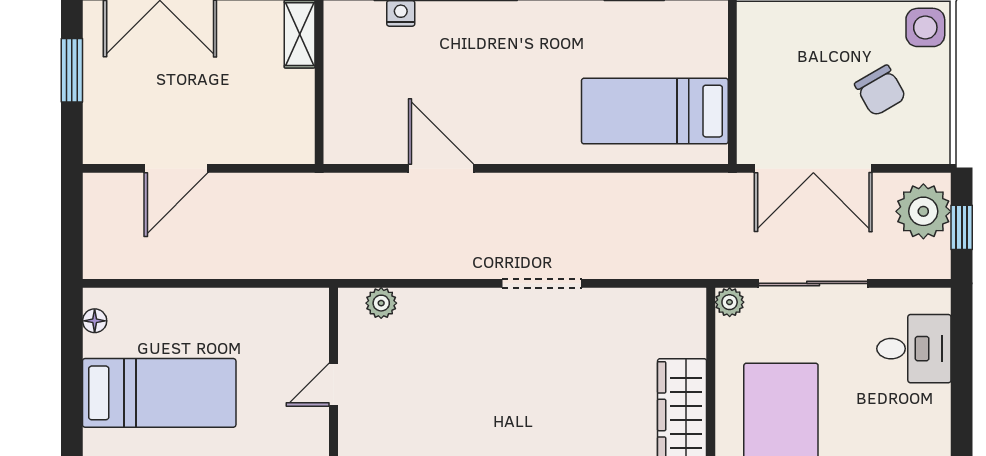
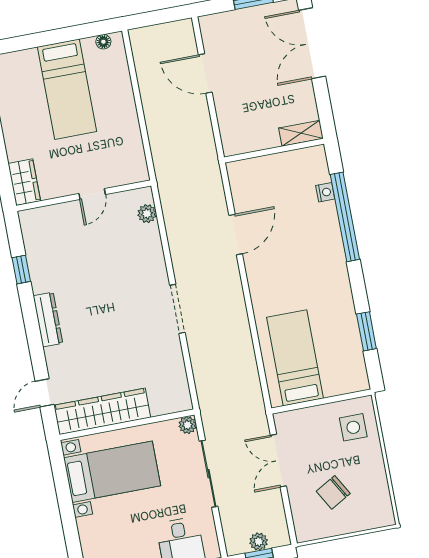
side table: (925, 27) -> (353, 427), moved
double door: (813, 168) -> (278, 461), width x0.73
plant: (923, 211) -> (259, 542), width x0.53, depth x0.53
door: (333, 385) -> (92, 194), swing flipped

